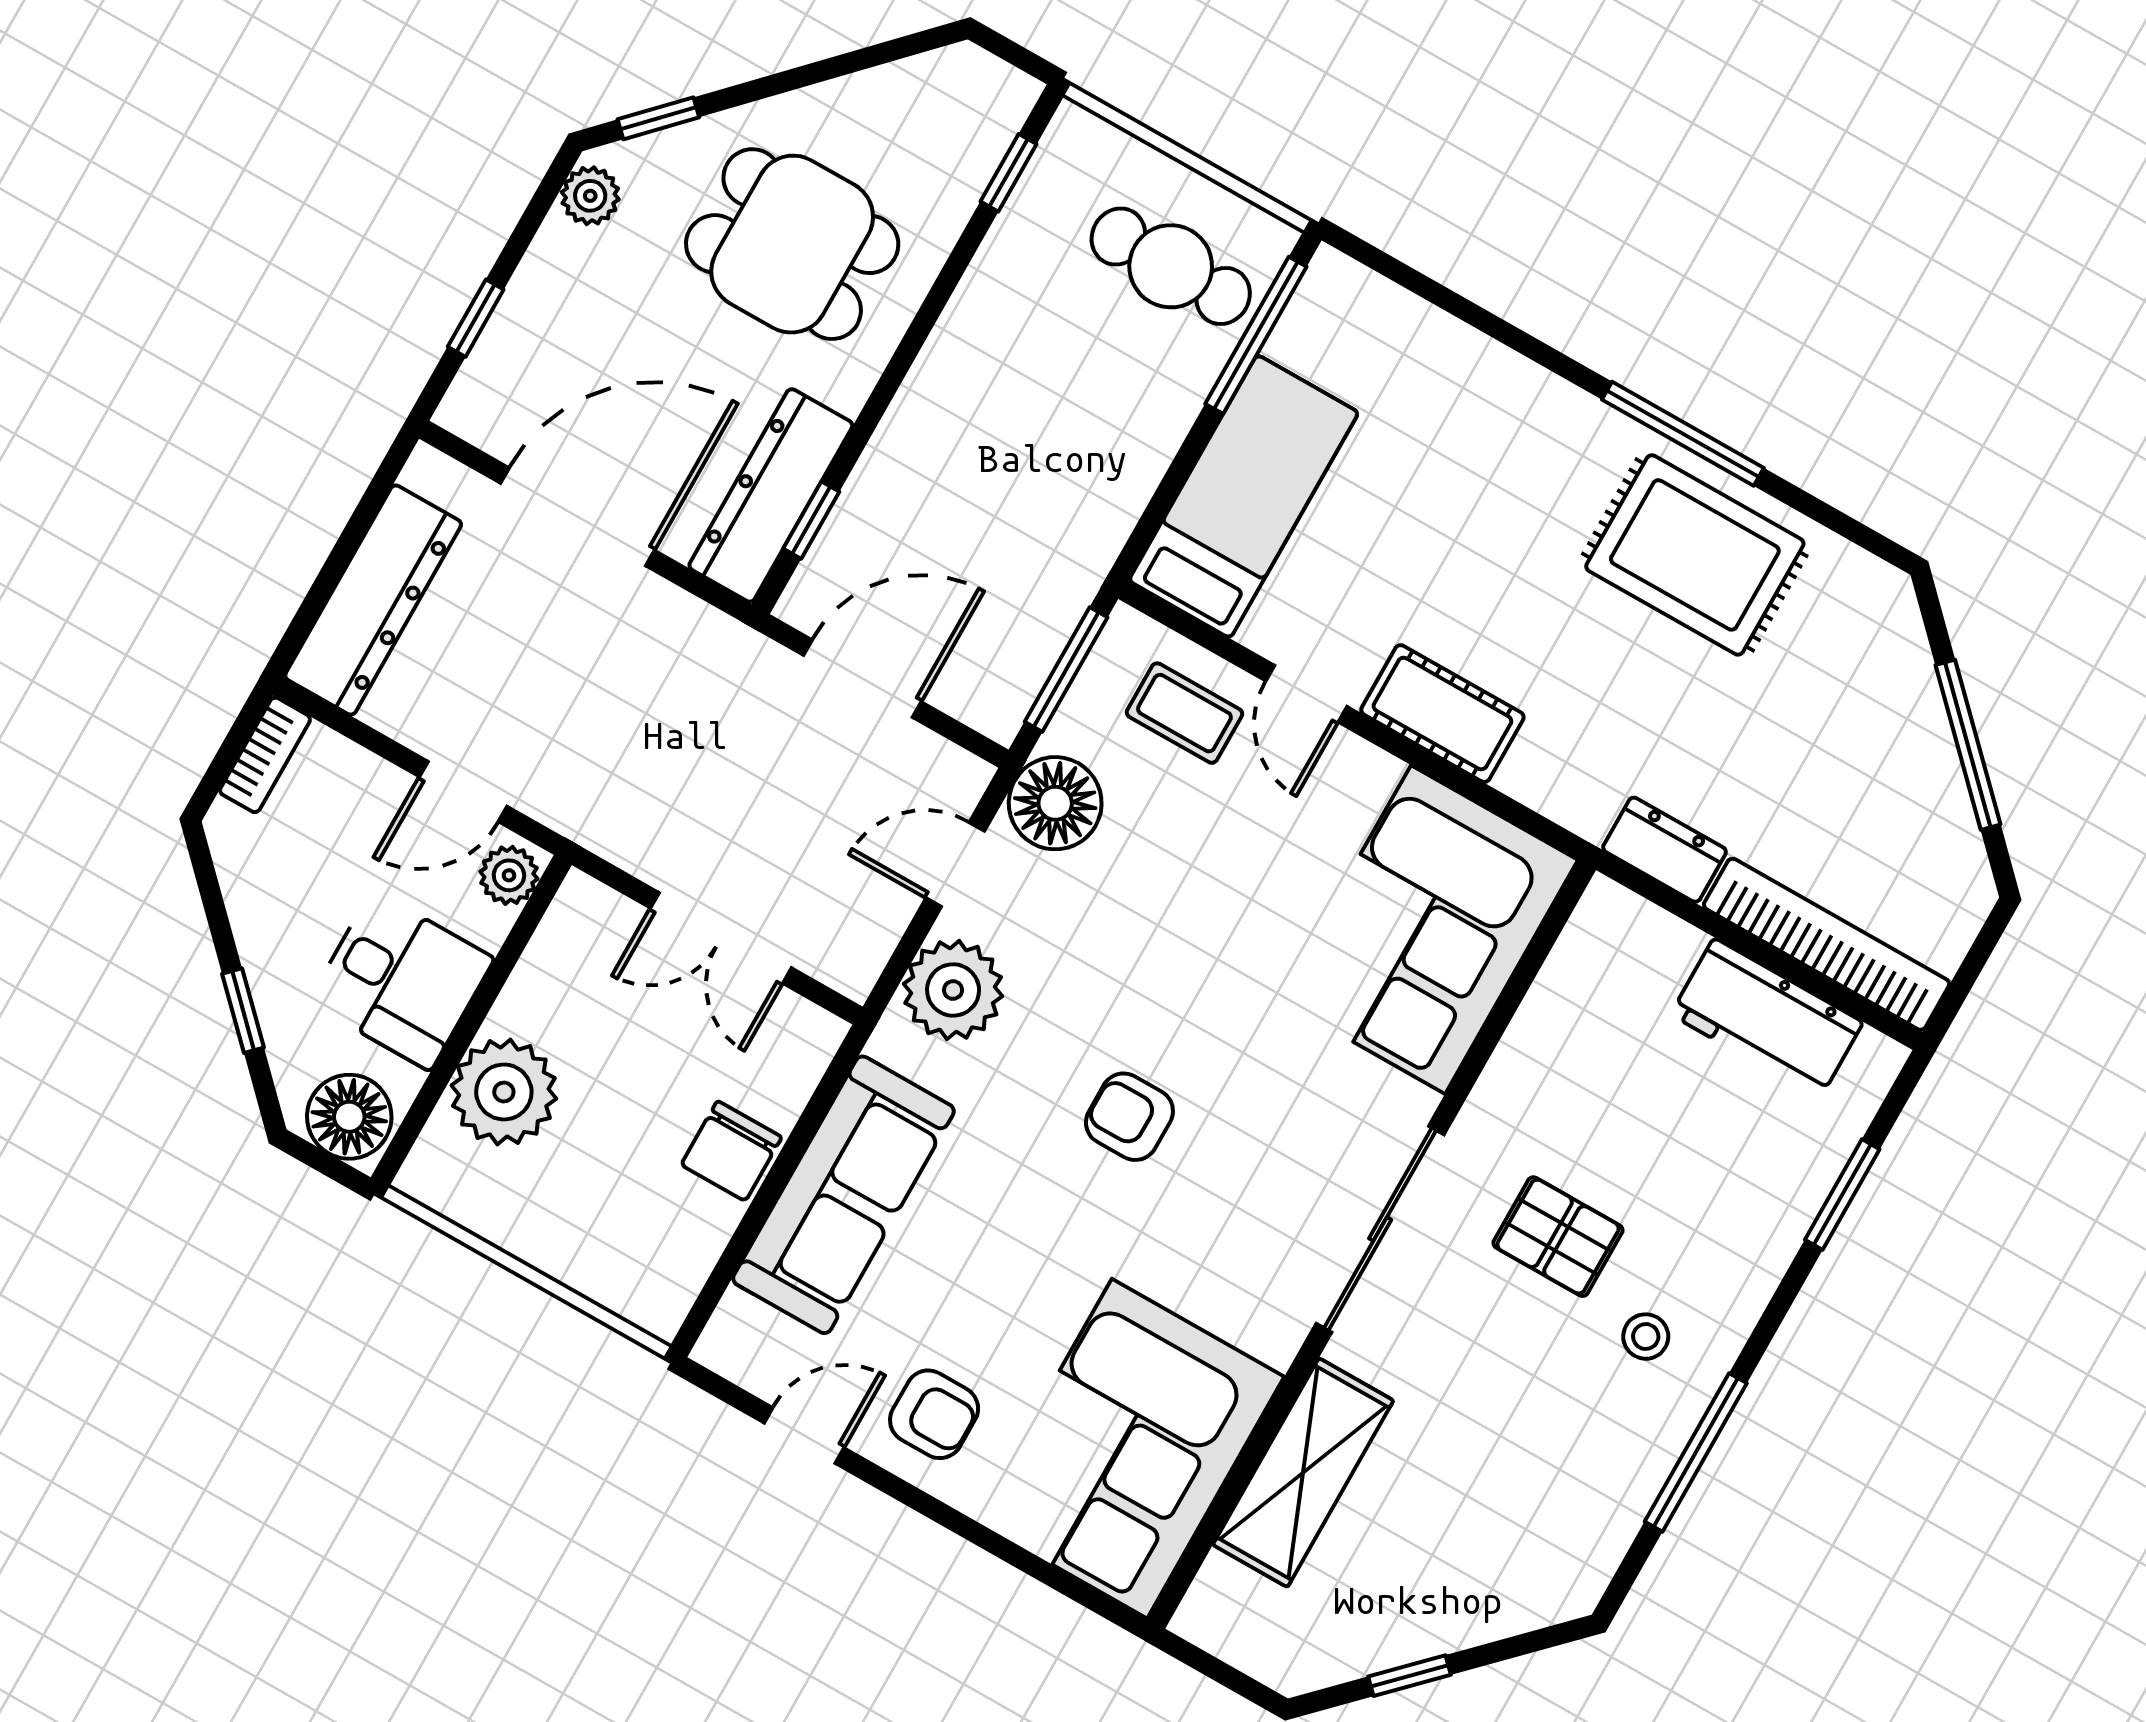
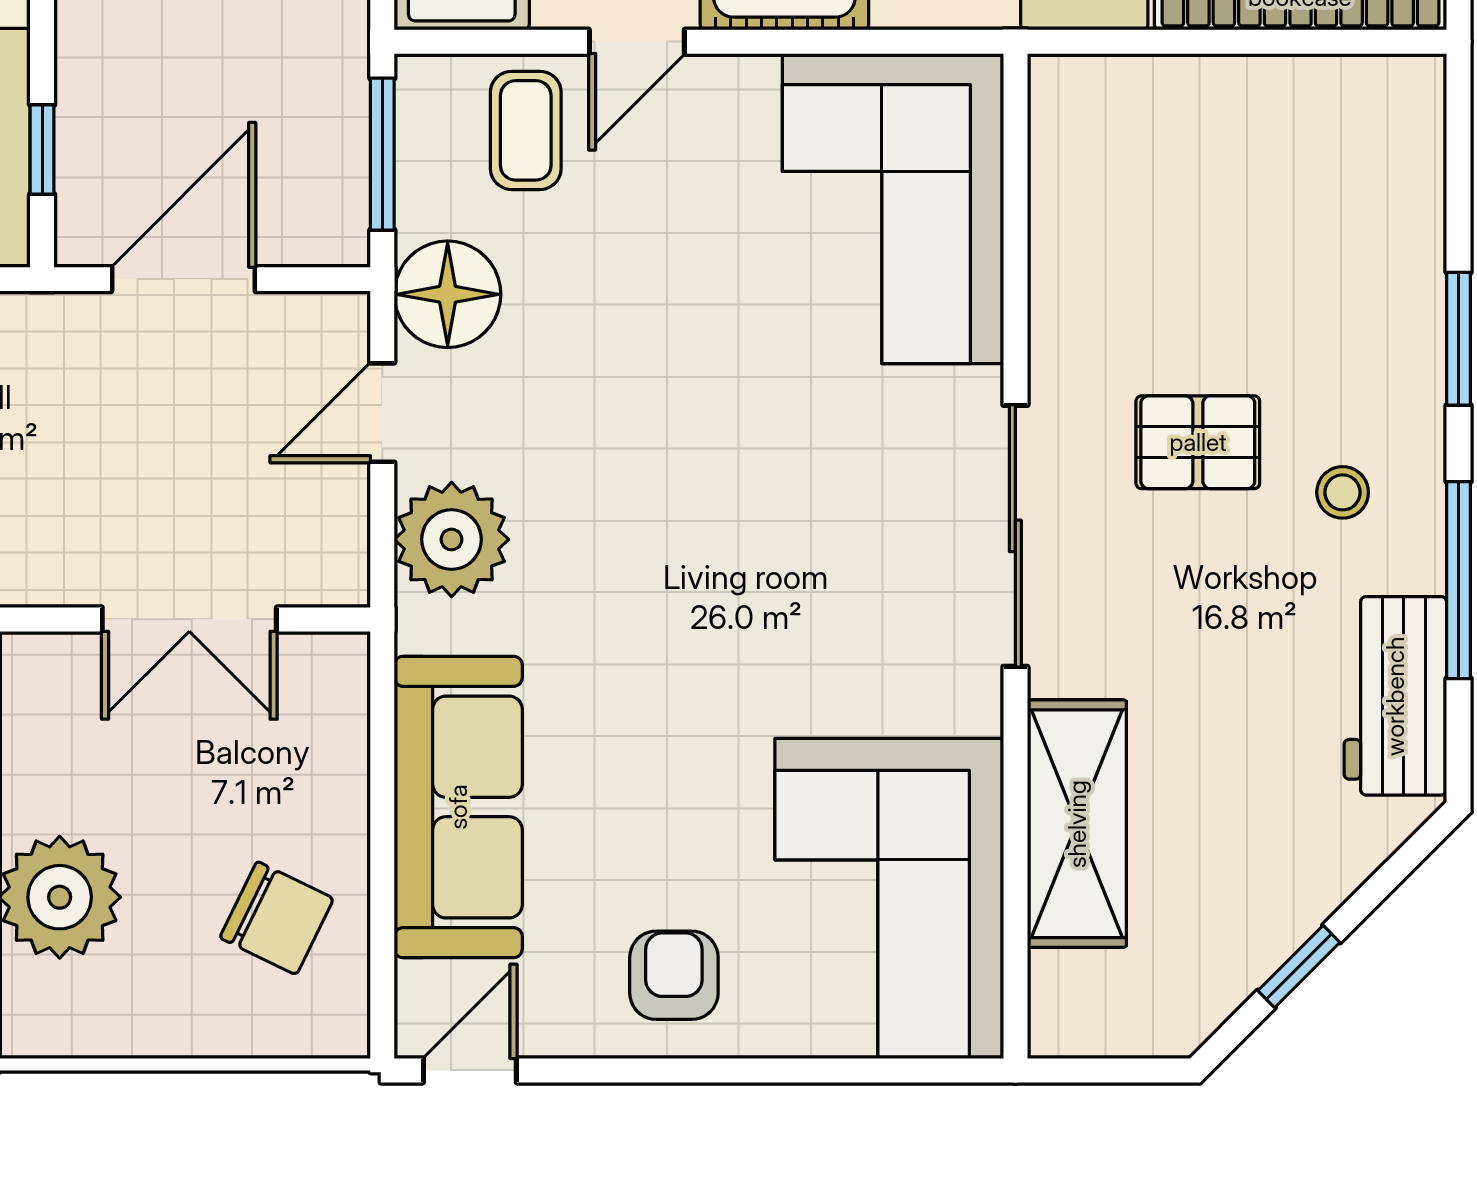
door: (1306, 694) -> (637, 42), hinge flipped
coffee table: (1184, 713) -> (526, 130), turned 90
workbench: (1767, 1018) -> (1395, 696), moved, turned 90
armchair: (1129, 1117) -> (700, 566), removed
chair: (731, 1151) -> (277, 918), moved, turned -64
window: (1842, 1194) -> (1459, 339), moved
armchair: (934, 1414) -> (674, 975), turned -90
door: (804, 1435) -> (470, 1070), moved

